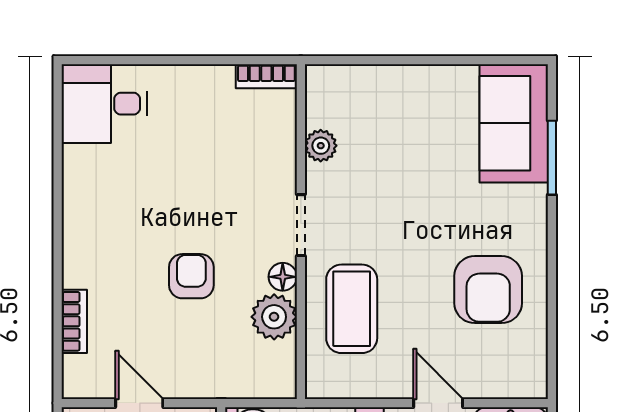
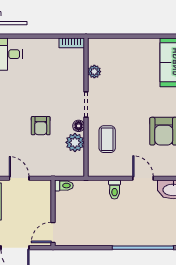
armchair: (191, 276) -> (41, 126), turned 180
coffee table: (352, 309) -> (107, 139), width x0.73, depth x0.77

